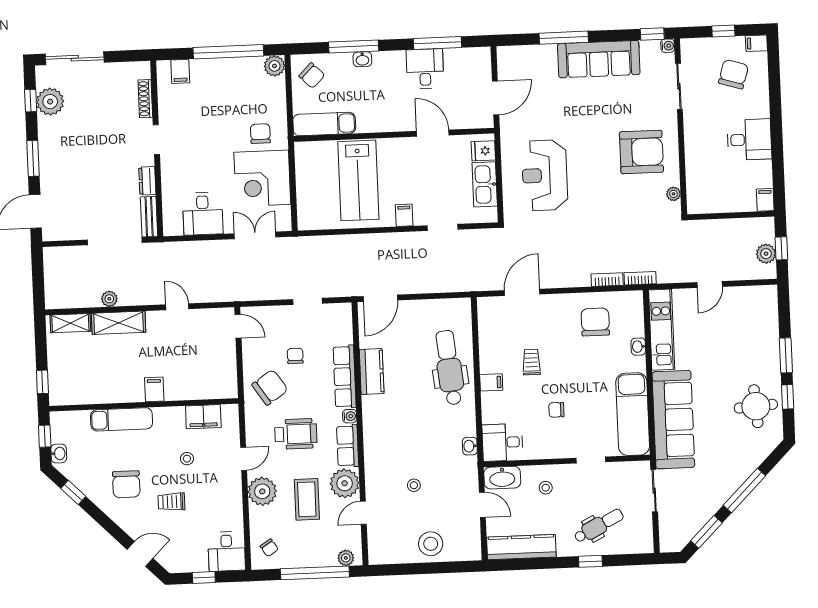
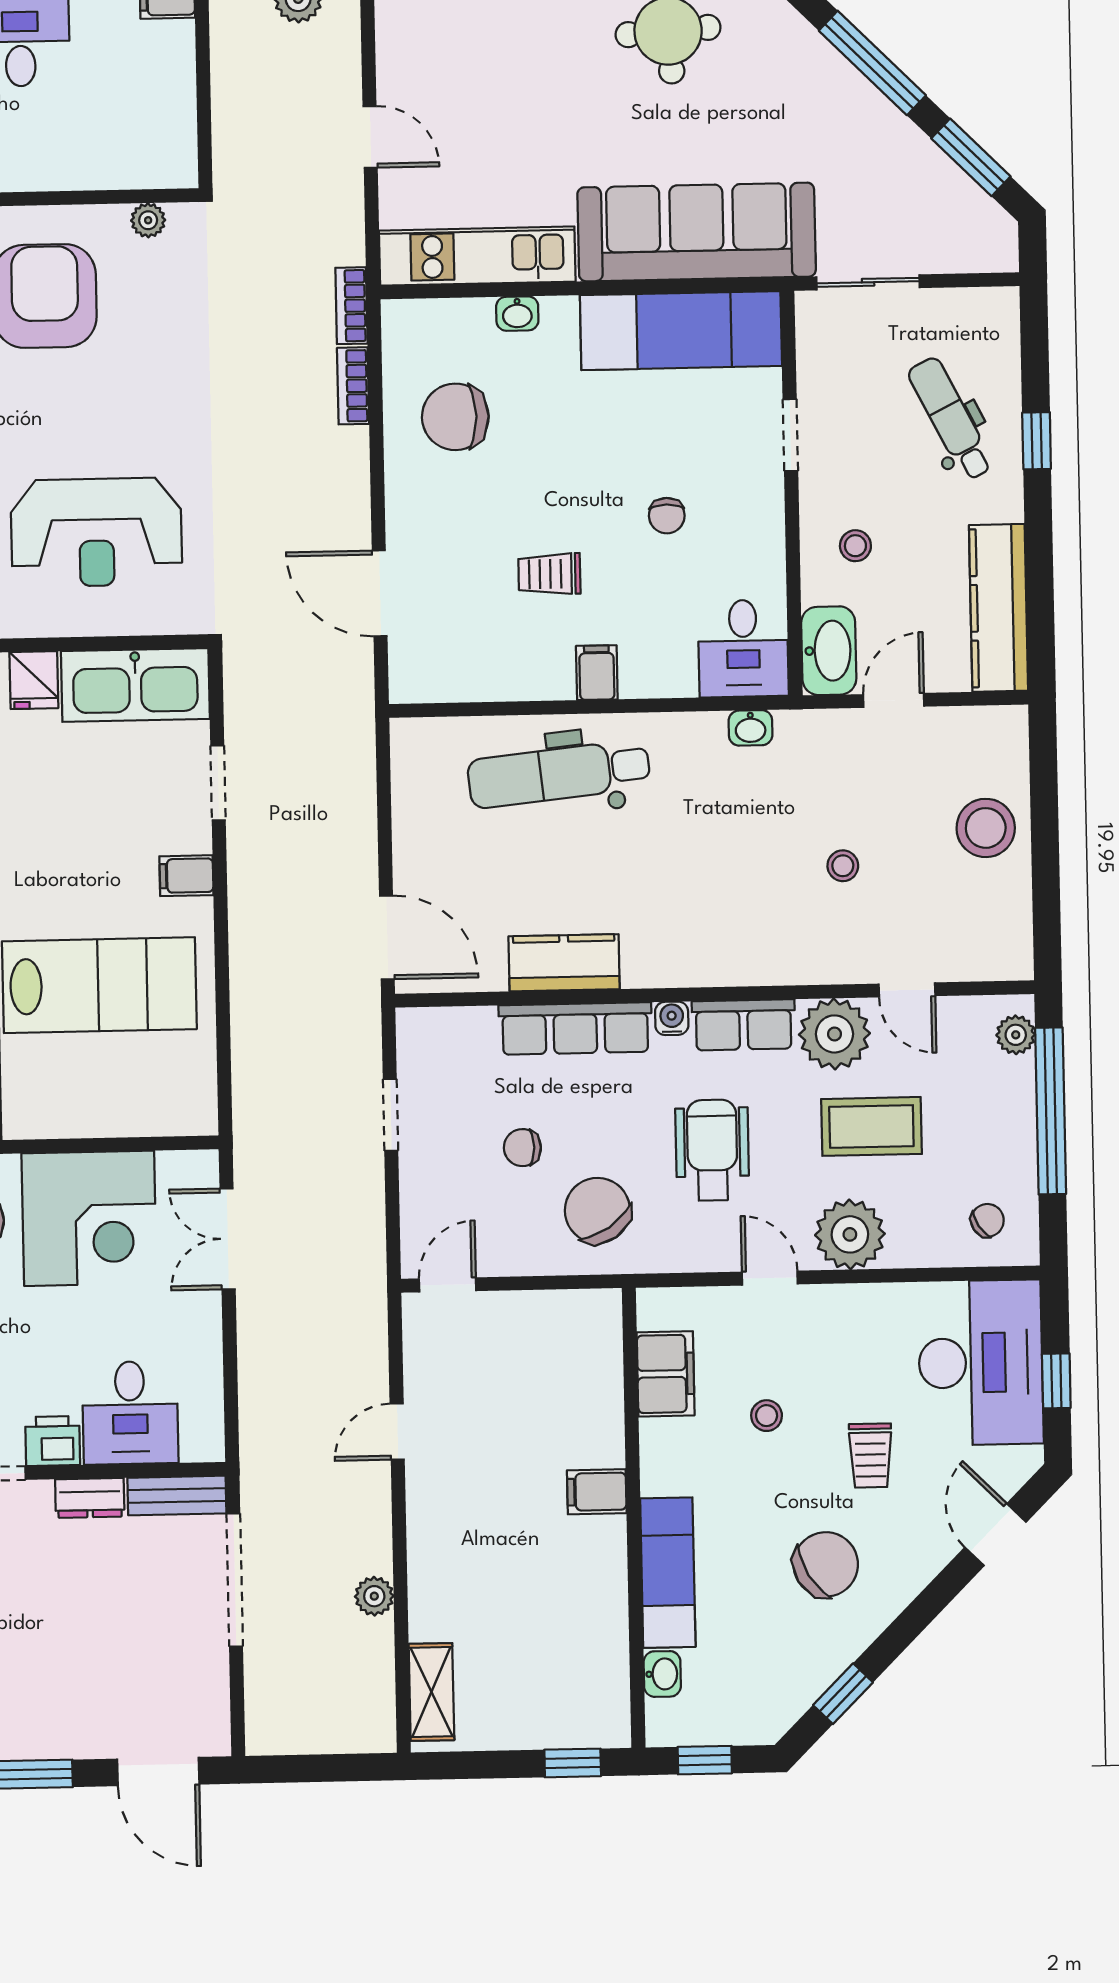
printer: (170, 165) -> (53, 1441), added
kitchen sink: (485, 184) -> (135, 685), width x1.36, depth x1.24
desk: (203, 214) -> (130, 1413), moved, turned 90
shelving: (119, 323) -> (433, 1575), removed
washbasin: (59, 454) -> (662, 1674), moved, turned 90
chair: (126, 484) -> (826, 1564), turned -31
desk: (227, 551) -> (981, 1363), width x1.87, depth x1.30

